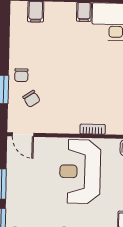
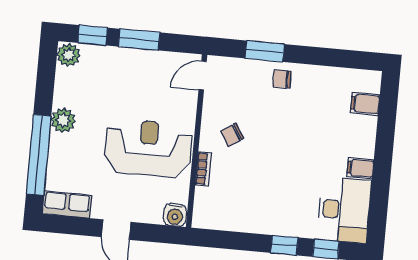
chair: (31, 99) -> (232, 135), moved

